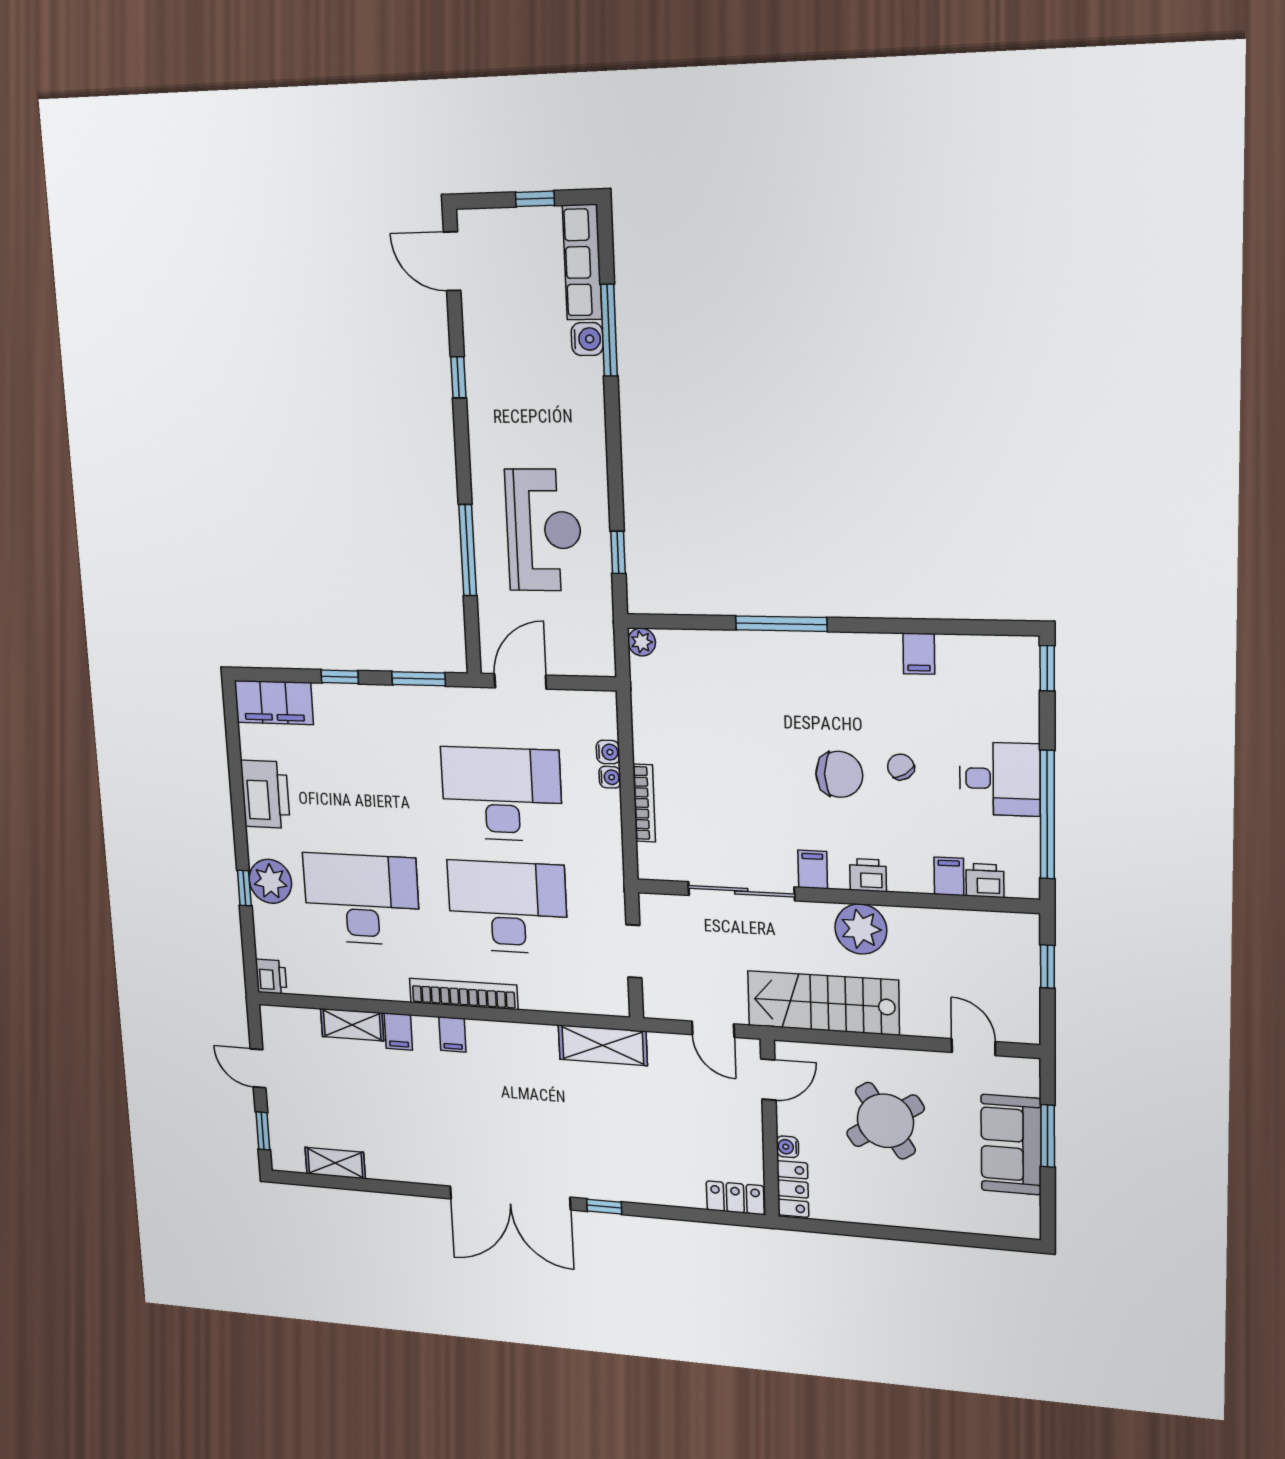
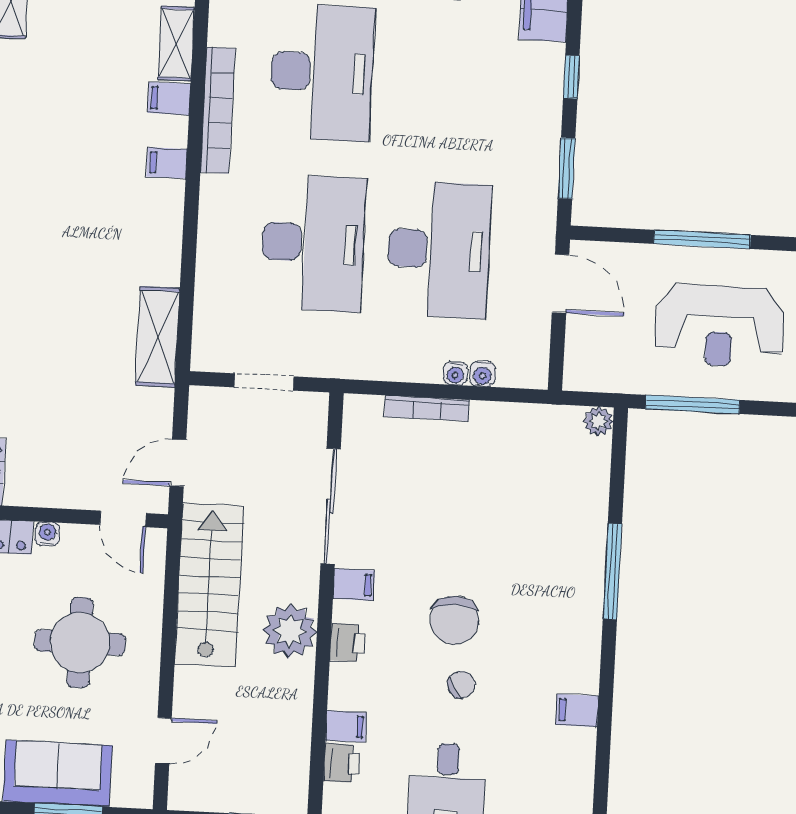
window: (618, 552) -> (693, 404), width x2.17
bookcase: (463, 994) -> (218, 110), moved
round table: (885, 1121) -> (80, 643), turned 33

